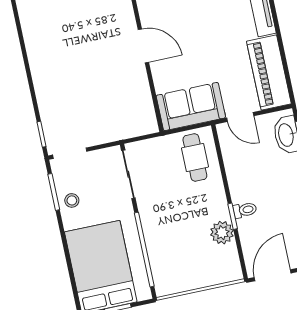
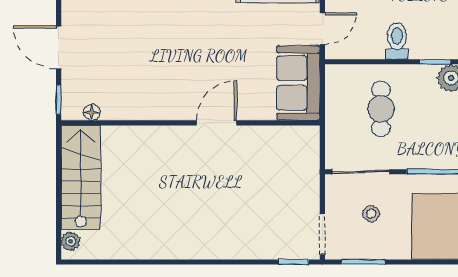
cafe table: (195, 157) -> (381, 109), moved, turned 90
stool: (72, 200) -> (371, 214), moved
toilet: (245, 210) -> (397, 41), moved, width x1.37, depth x1.39

